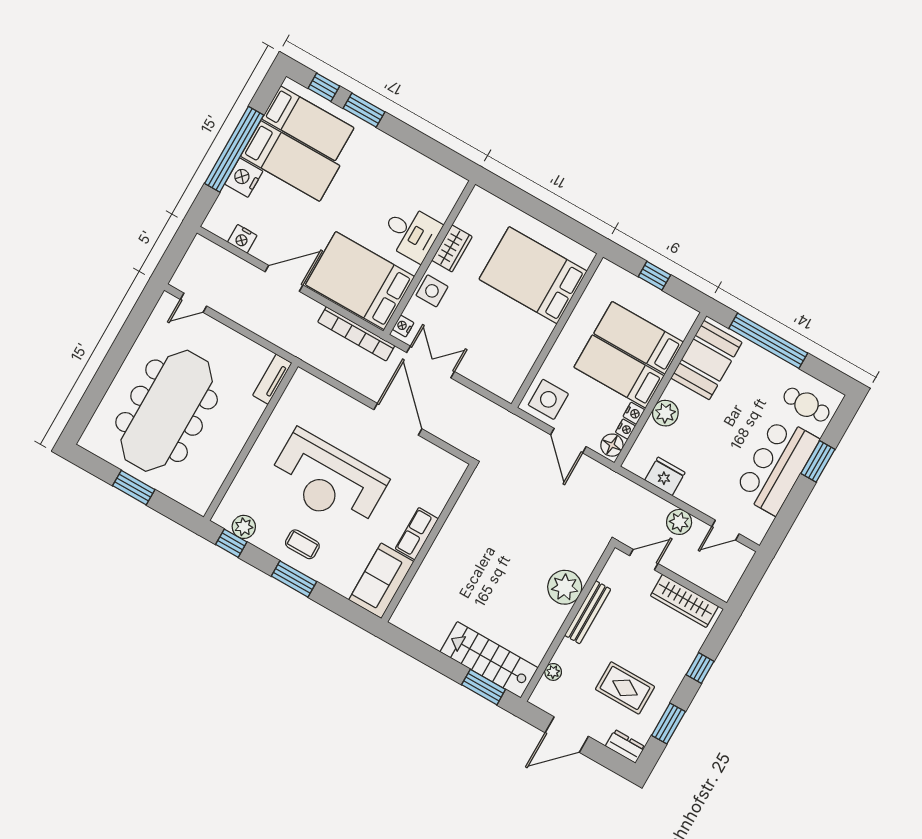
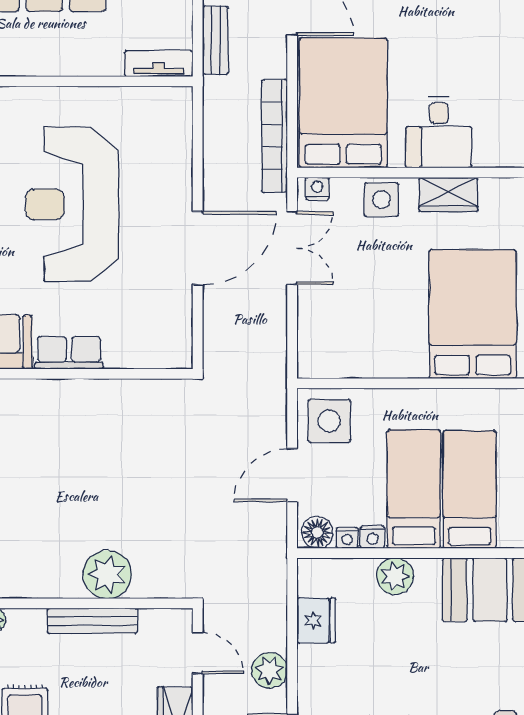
bench: (278, 336) -> (215, 40), added

